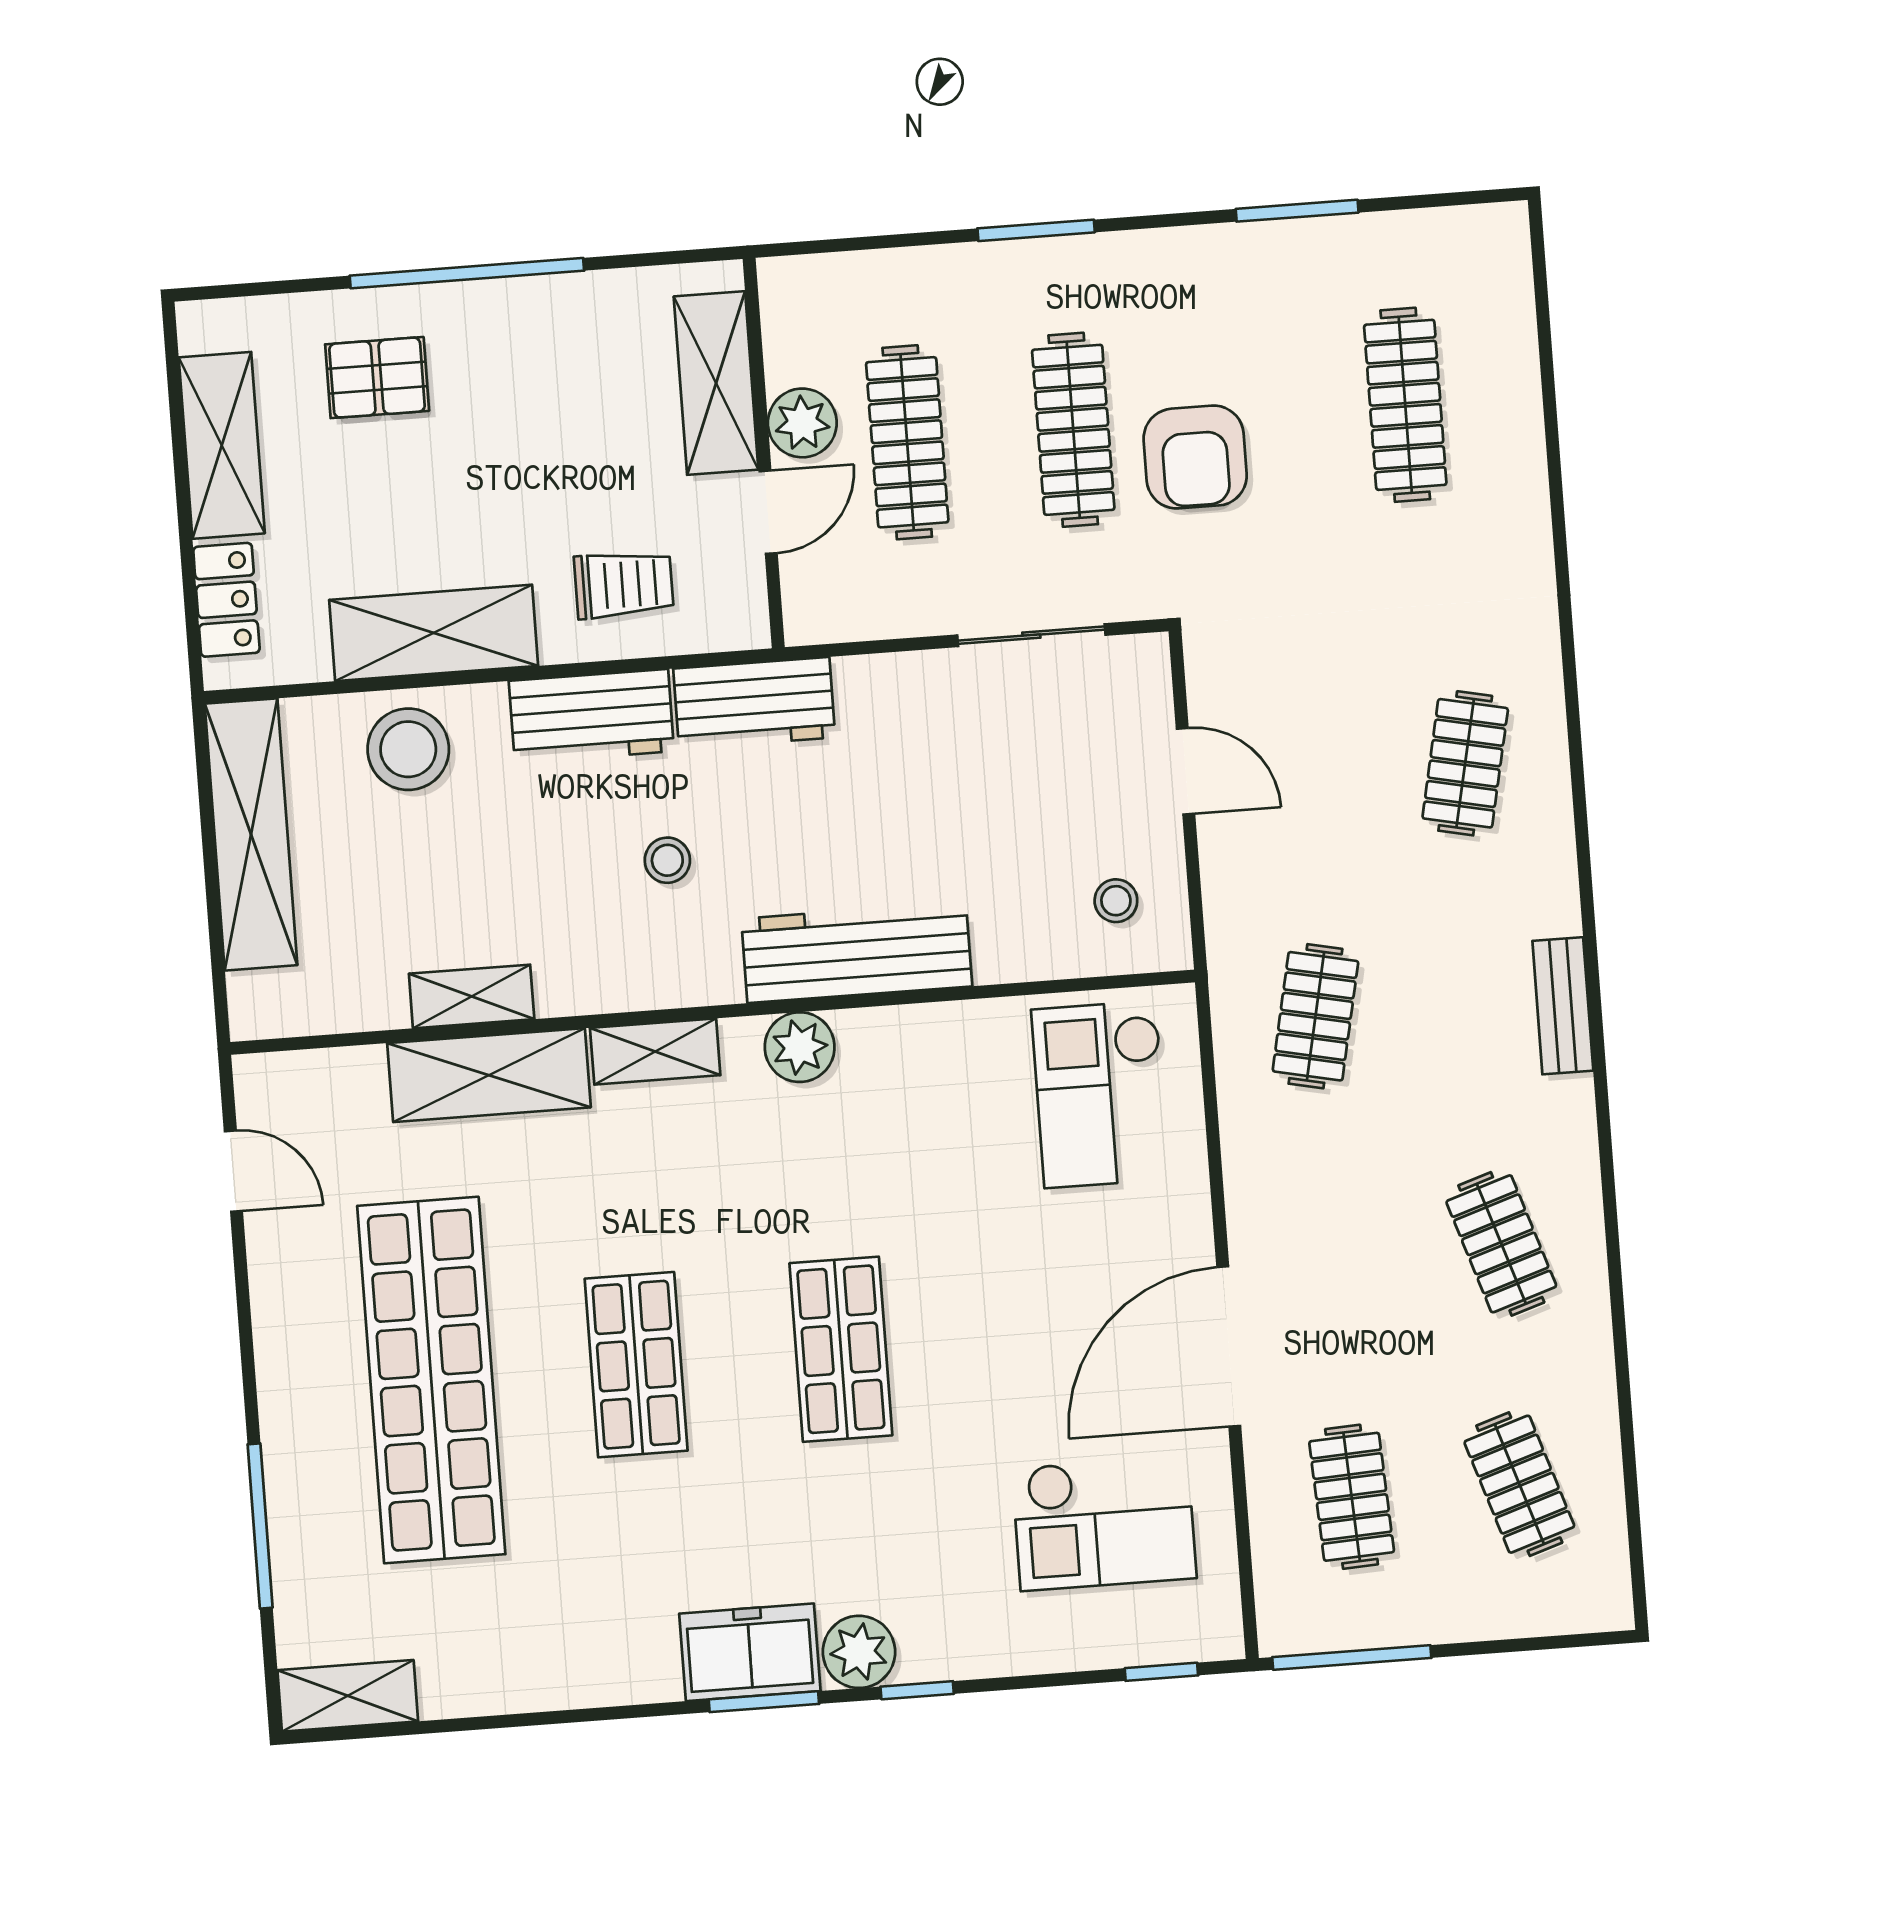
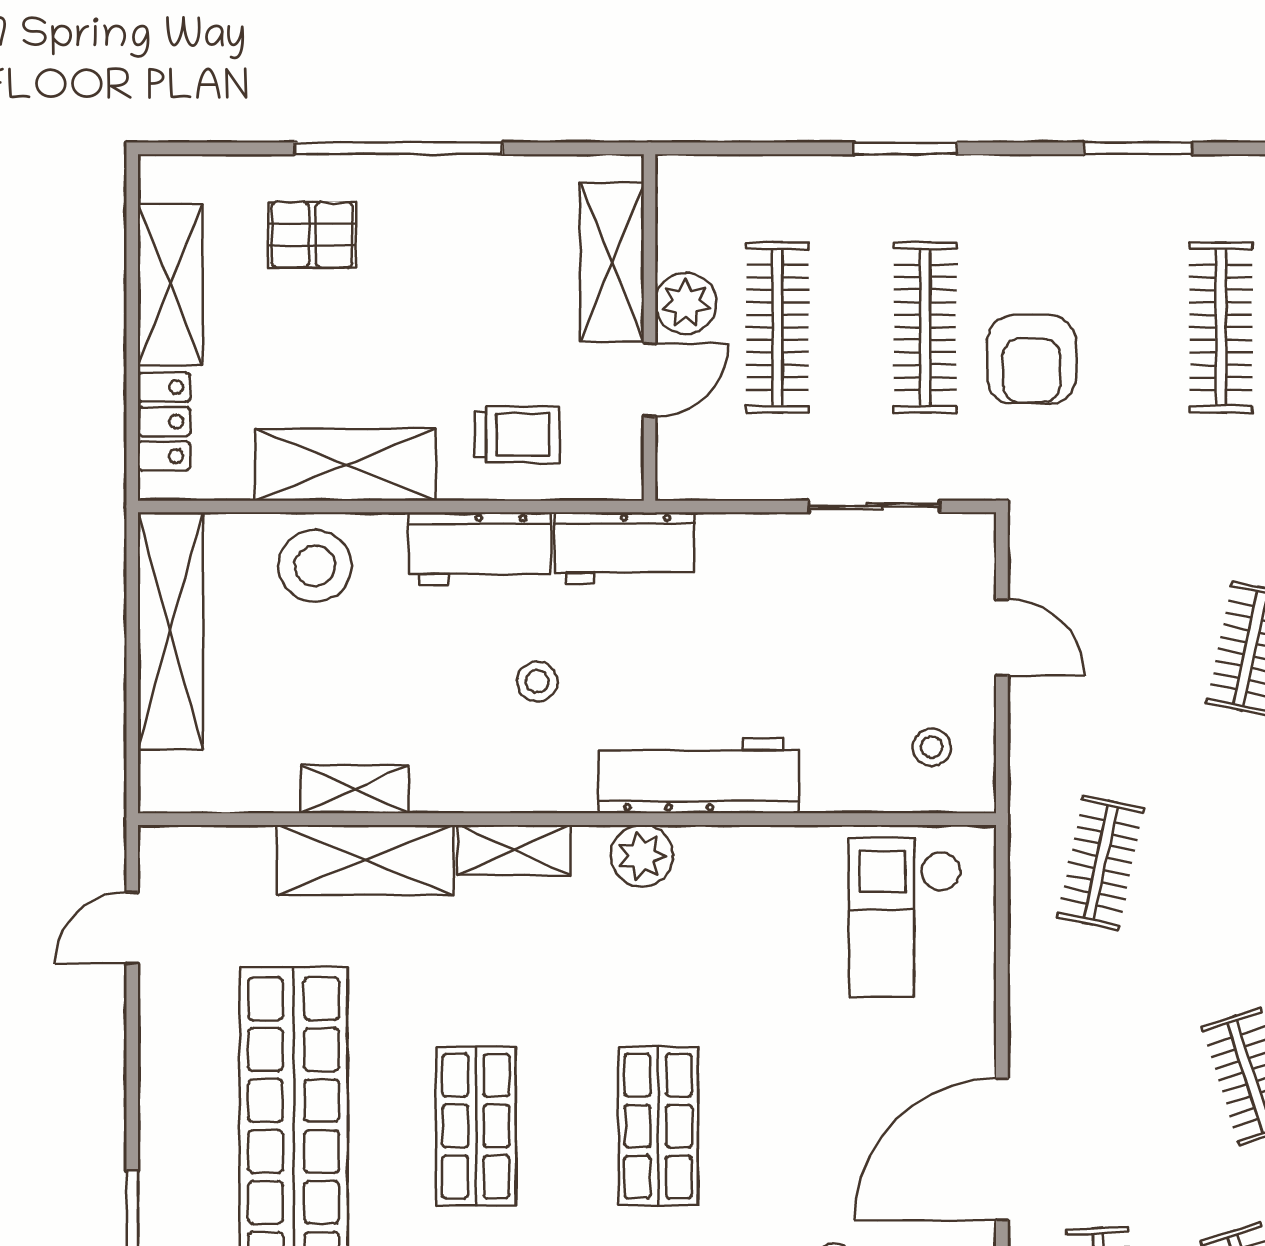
door: (233, 1171) -> (132, 928), swing flipped

